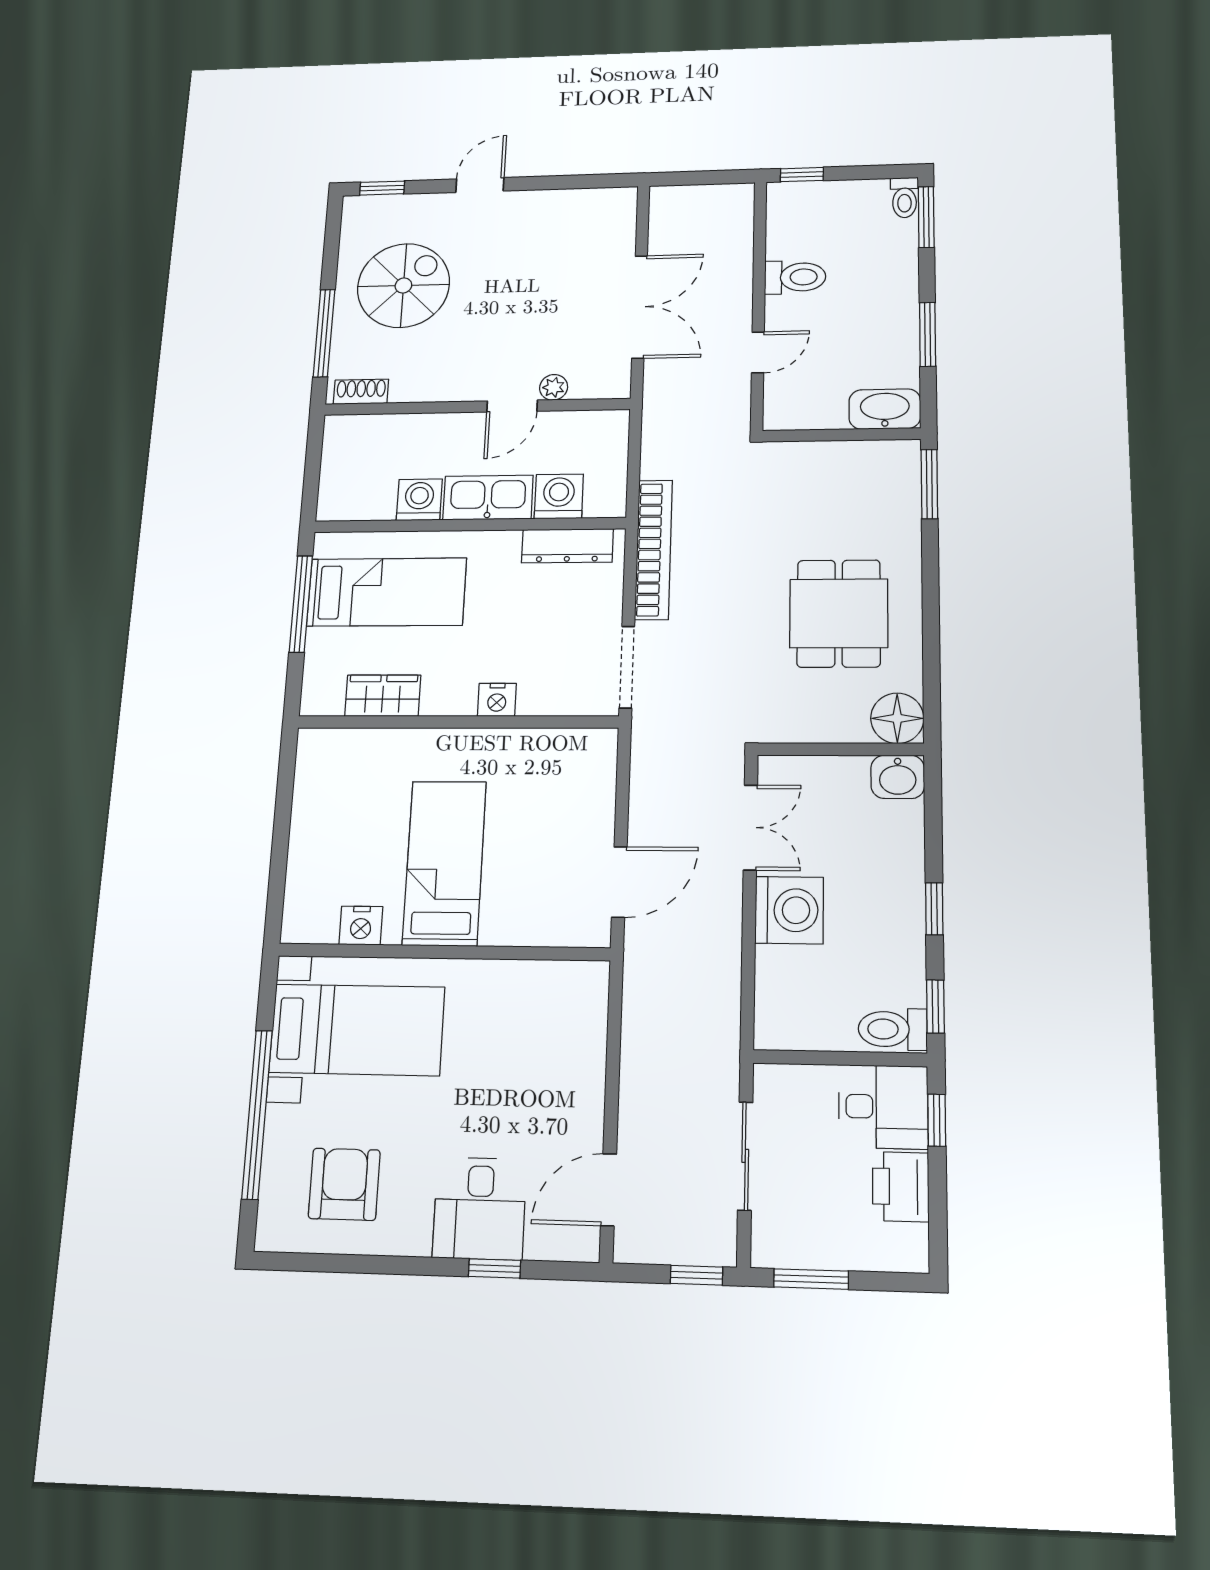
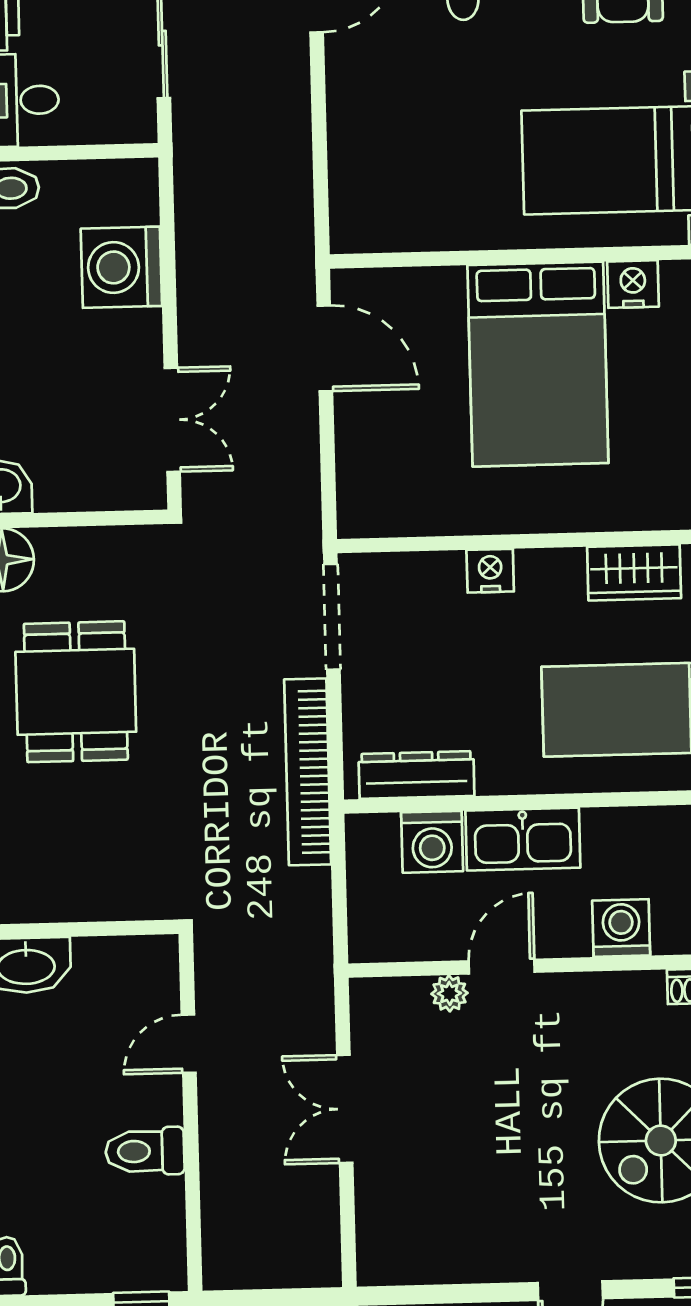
double door: (639, 307) -> (345, 1109), width x0.73
washing machine: (419, 500) -> (621, 928), moved, turned 180
double door: (750, 828) -> (172, 420), swing flipped
bed: (444, 863) -> (538, 364), width x1.50
door: (619, 882) -> (325, 348), swing flipped
washing machine: (789, 910) -> (121, 267), moved

